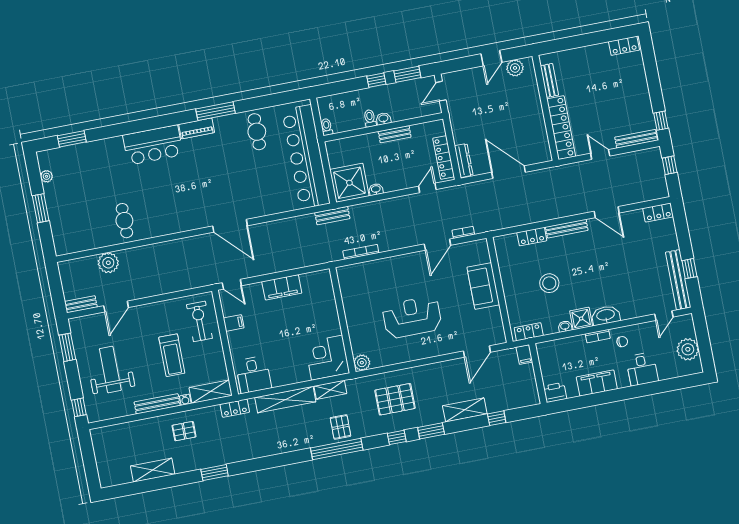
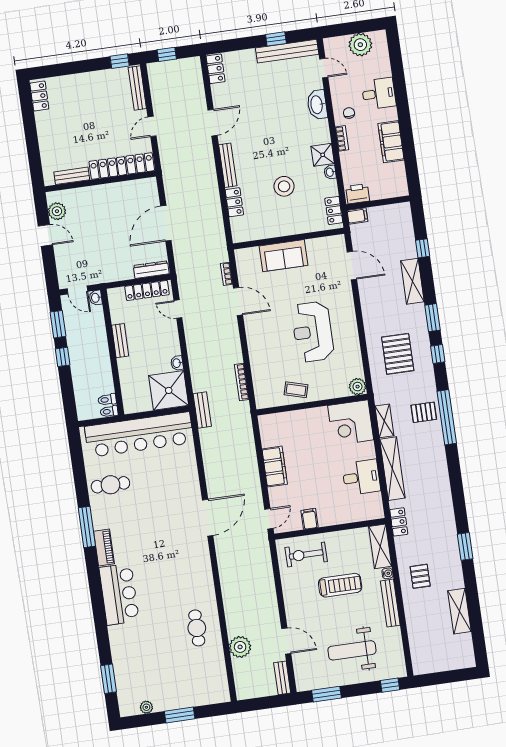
toilet: (370, 118) -> (107, 400), moved
washbasin: (383, 119) -> (96, 298), moved
cafe table: (124, 221) -> (197, 628), turned 90
coffee table: (356, 304) -> (296, 390), added
washbasin: (606, 315) -> (317, 105), moved
desk: (253, 375) -> (361, 477), moved
printer: (555, 392) -> (358, 194), moved, turned 90

